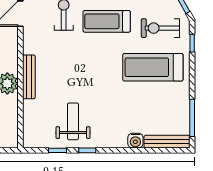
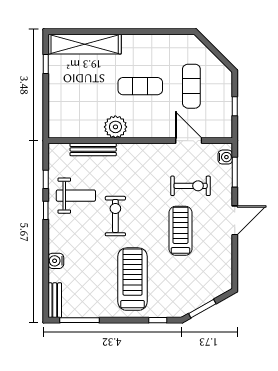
exercise bike: (160, 28) -> (115, 216), moved
bench: (29, 77) -> (93, 149), moved
bench: (167, 142) -> (55, 300), width x0.73

